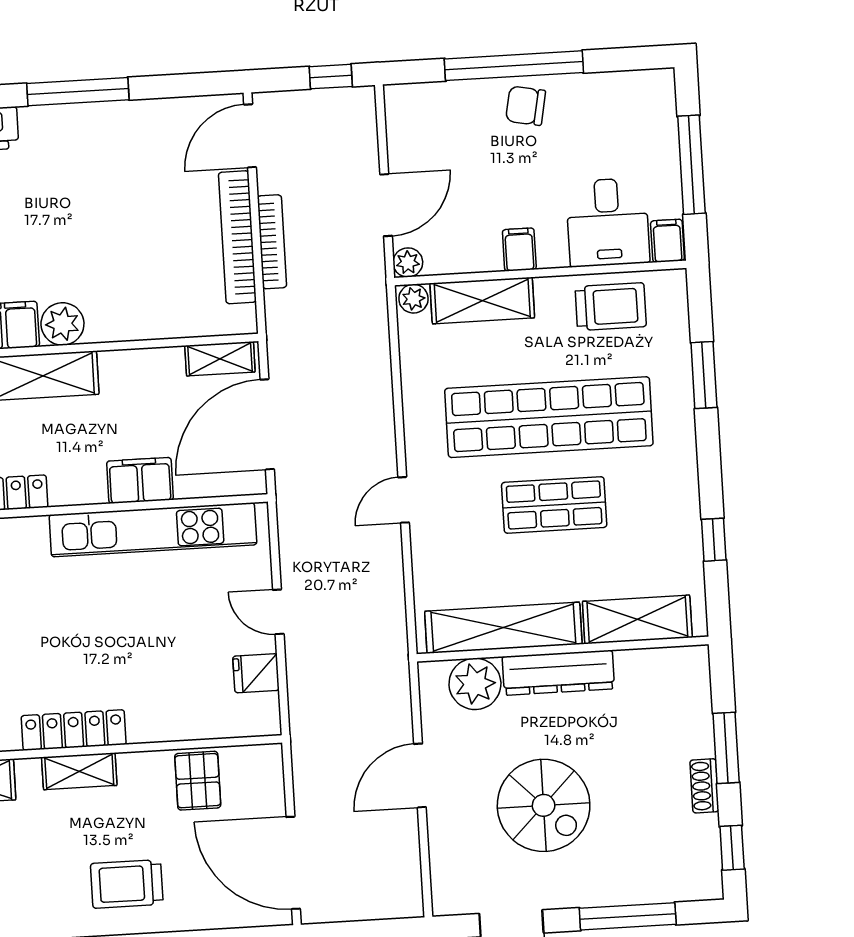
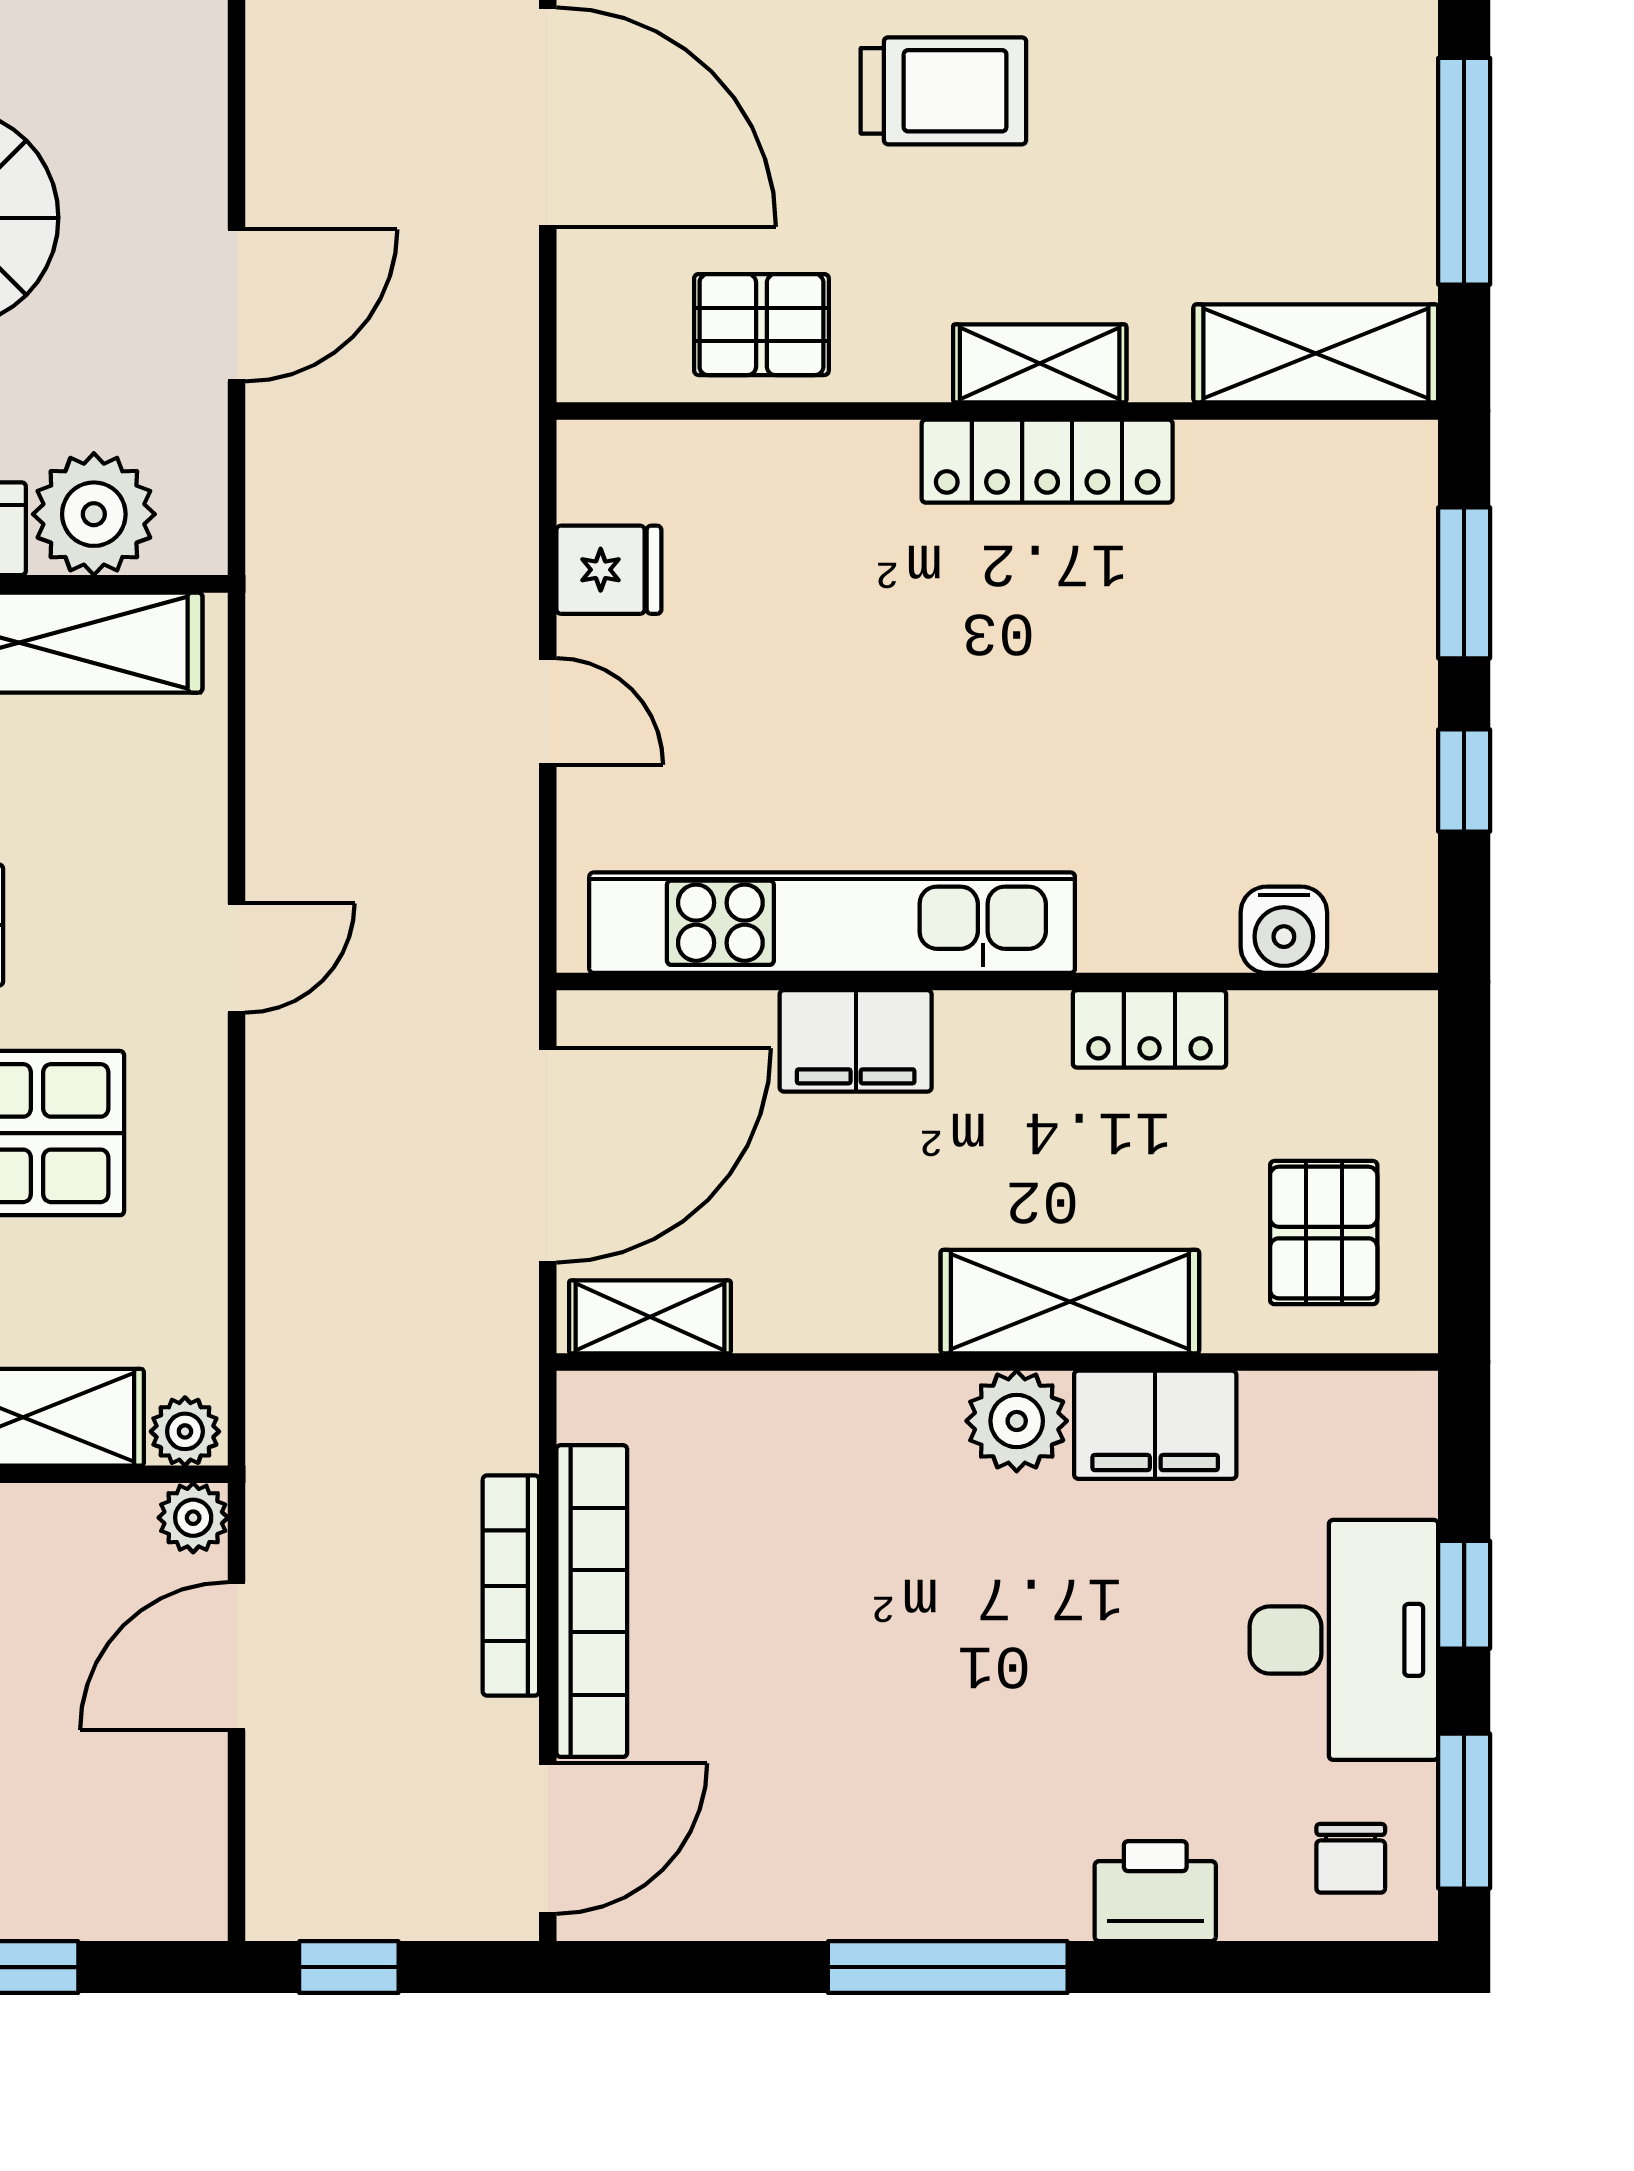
pallet: (198, 781) -> (761, 325), turned 90

